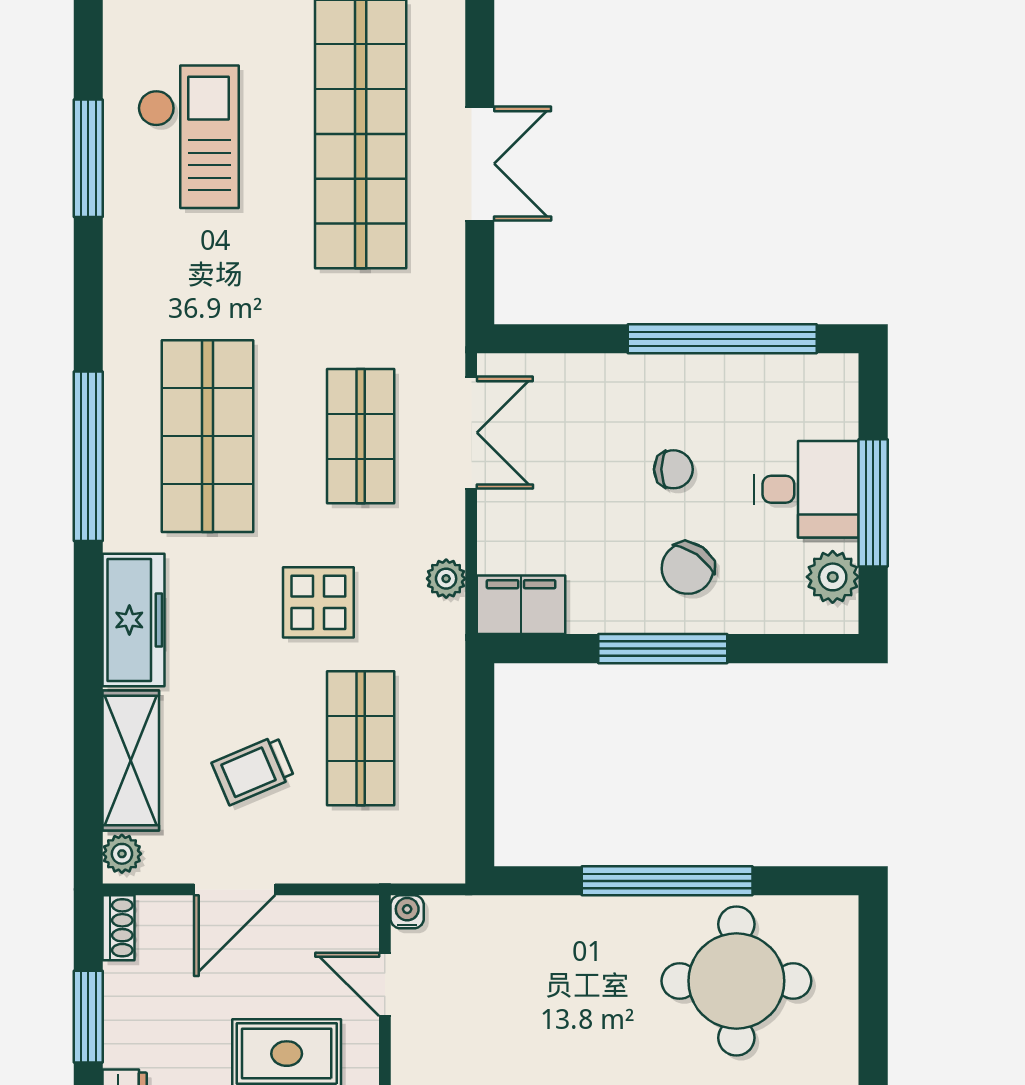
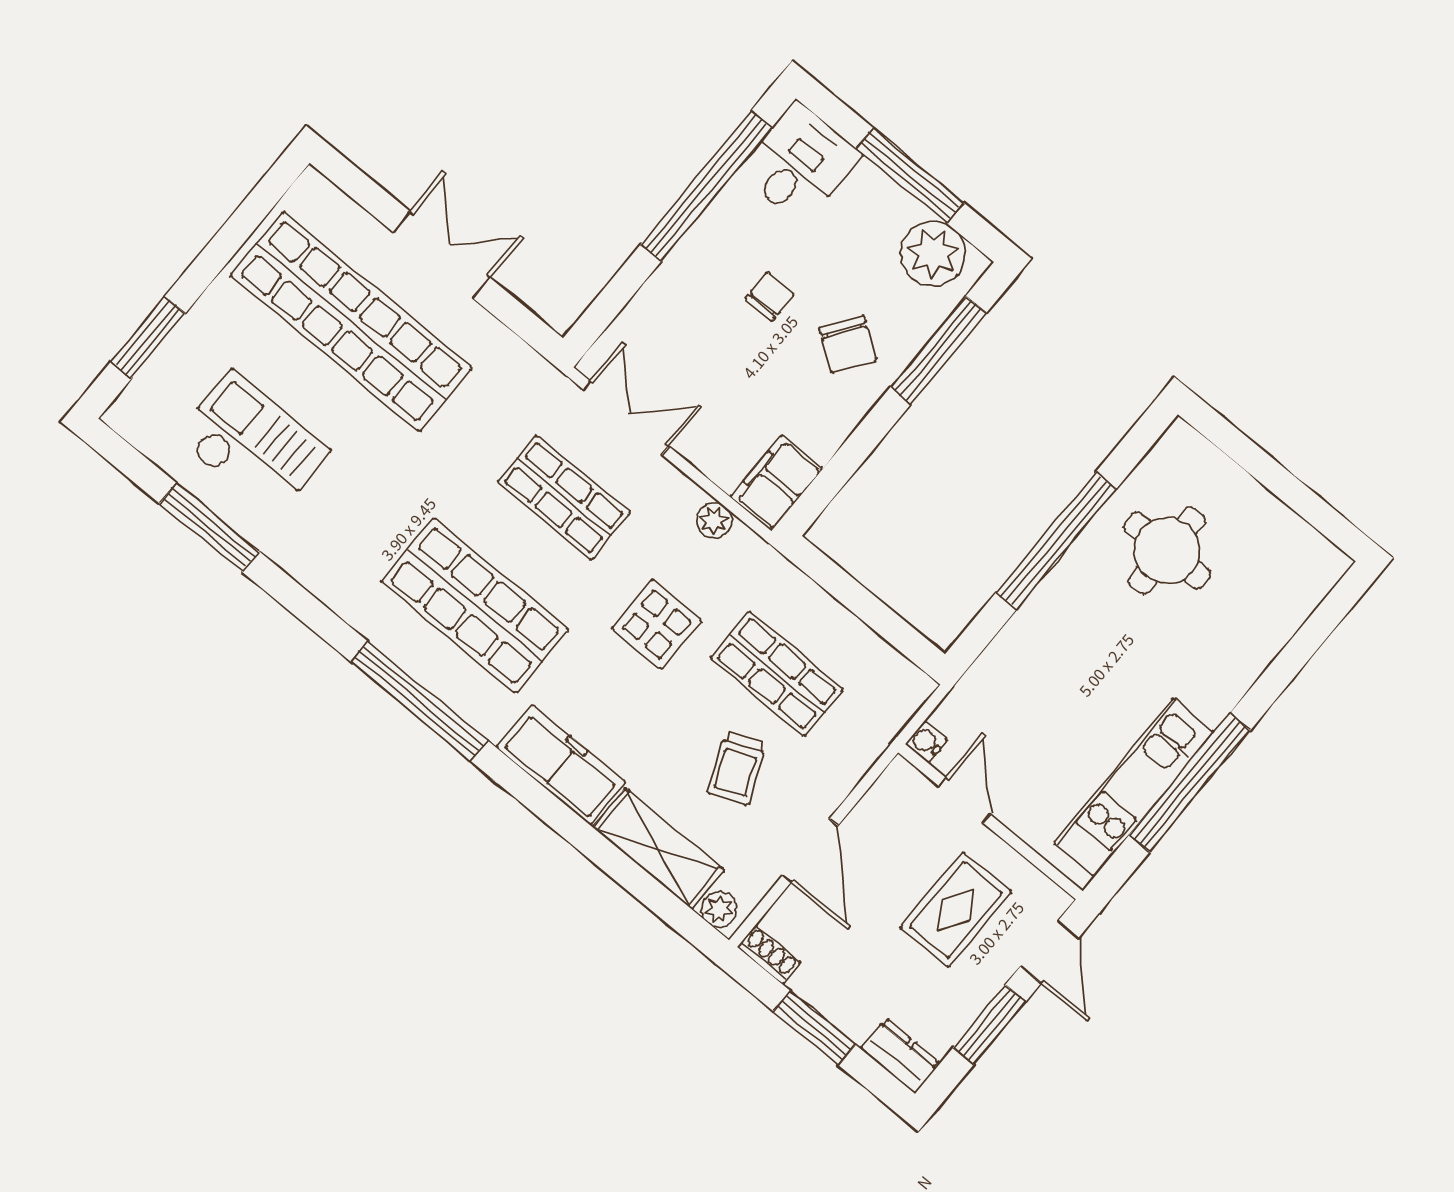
desk: (807, 489) -> (800, 163), moved
plant: (833, 577) -> (933, 254), width x1.36, depth x1.36
window: (663, 649) -> (938, 350), moved
round table: (736, 981) -> (1167, 550), width x0.73, depth x0.73
door: (385, 984) -> (964, 800), swing flipped

